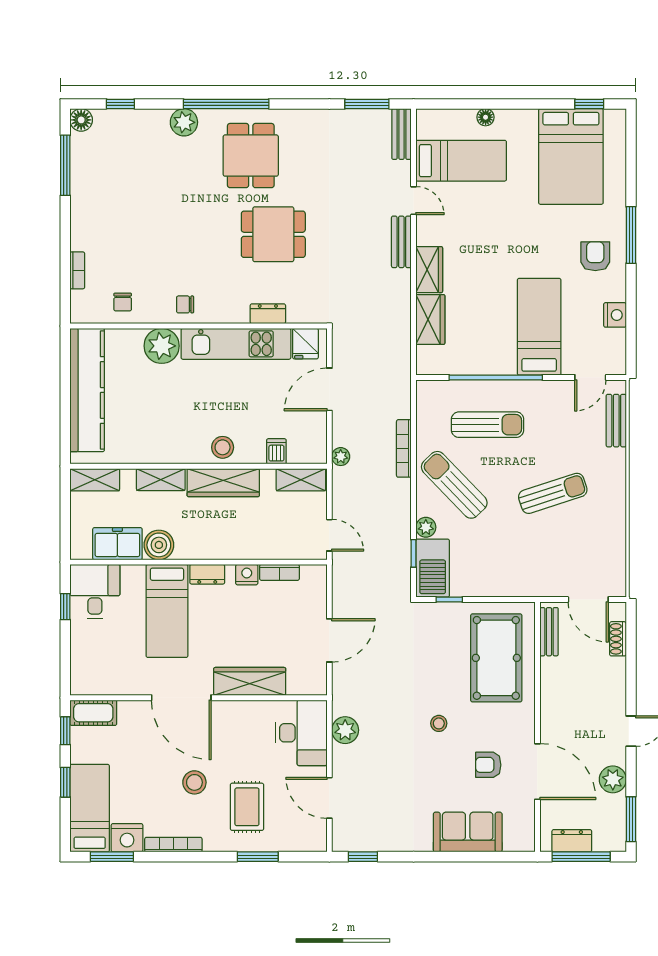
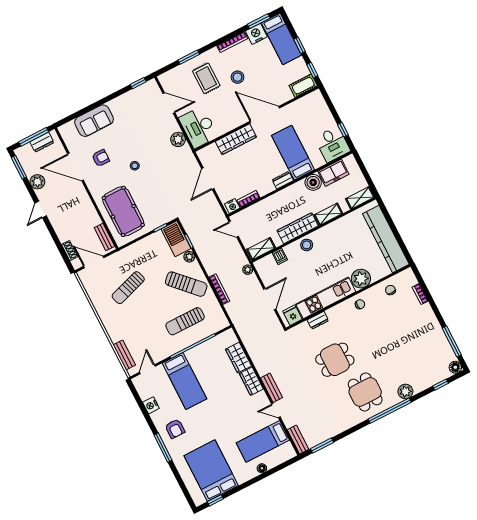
sun lounger: (553, 493) -> (128, 288), moved
nightstand: (247, 575) -> (232, 206), moved

